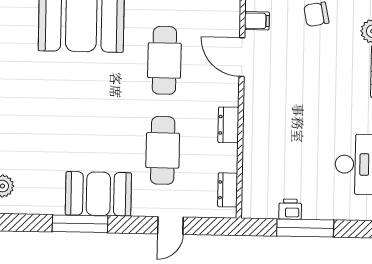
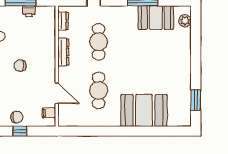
chair: (308, 109) -> (20, 66), added
dresser: (228, 125) -> (63, 52), width x1.44
booth: (98, 194) -> (156, 18), moved

